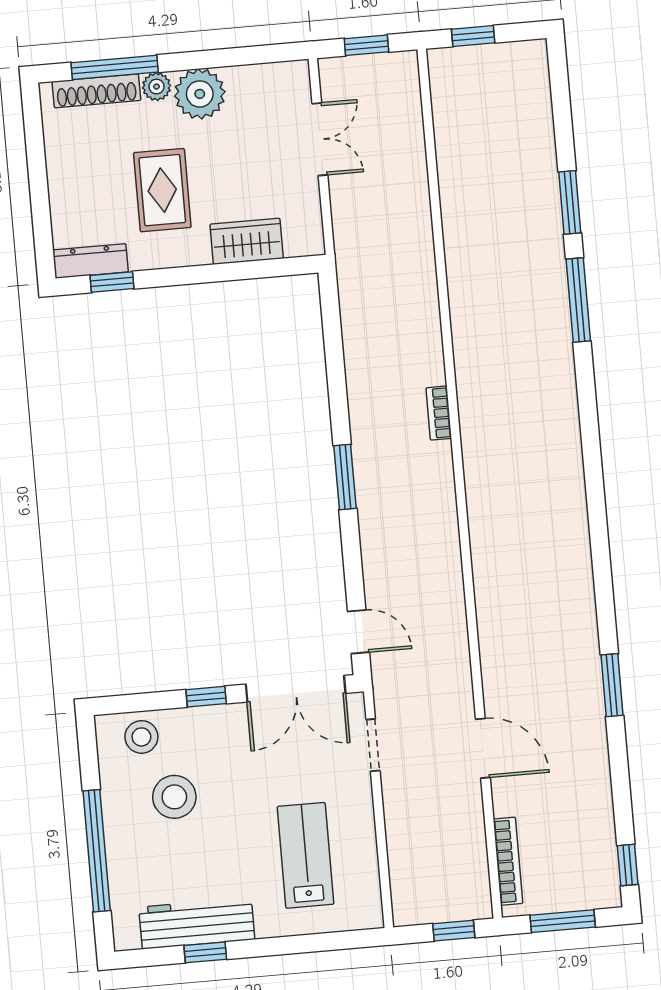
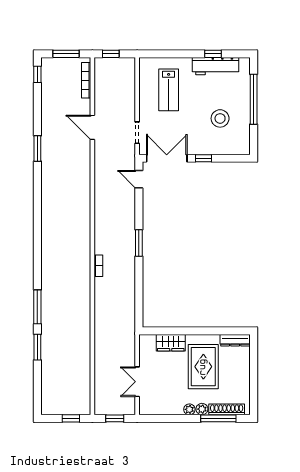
plant: (200, 94) -> (189, 409), width x0.53, depth x0.53
rug: (162, 190) -> (203, 367), width x1.36, depth x1.43
window: (112, 282) -> (227, 331), removed
stool: (141, 737) -> (231, 144), removed

